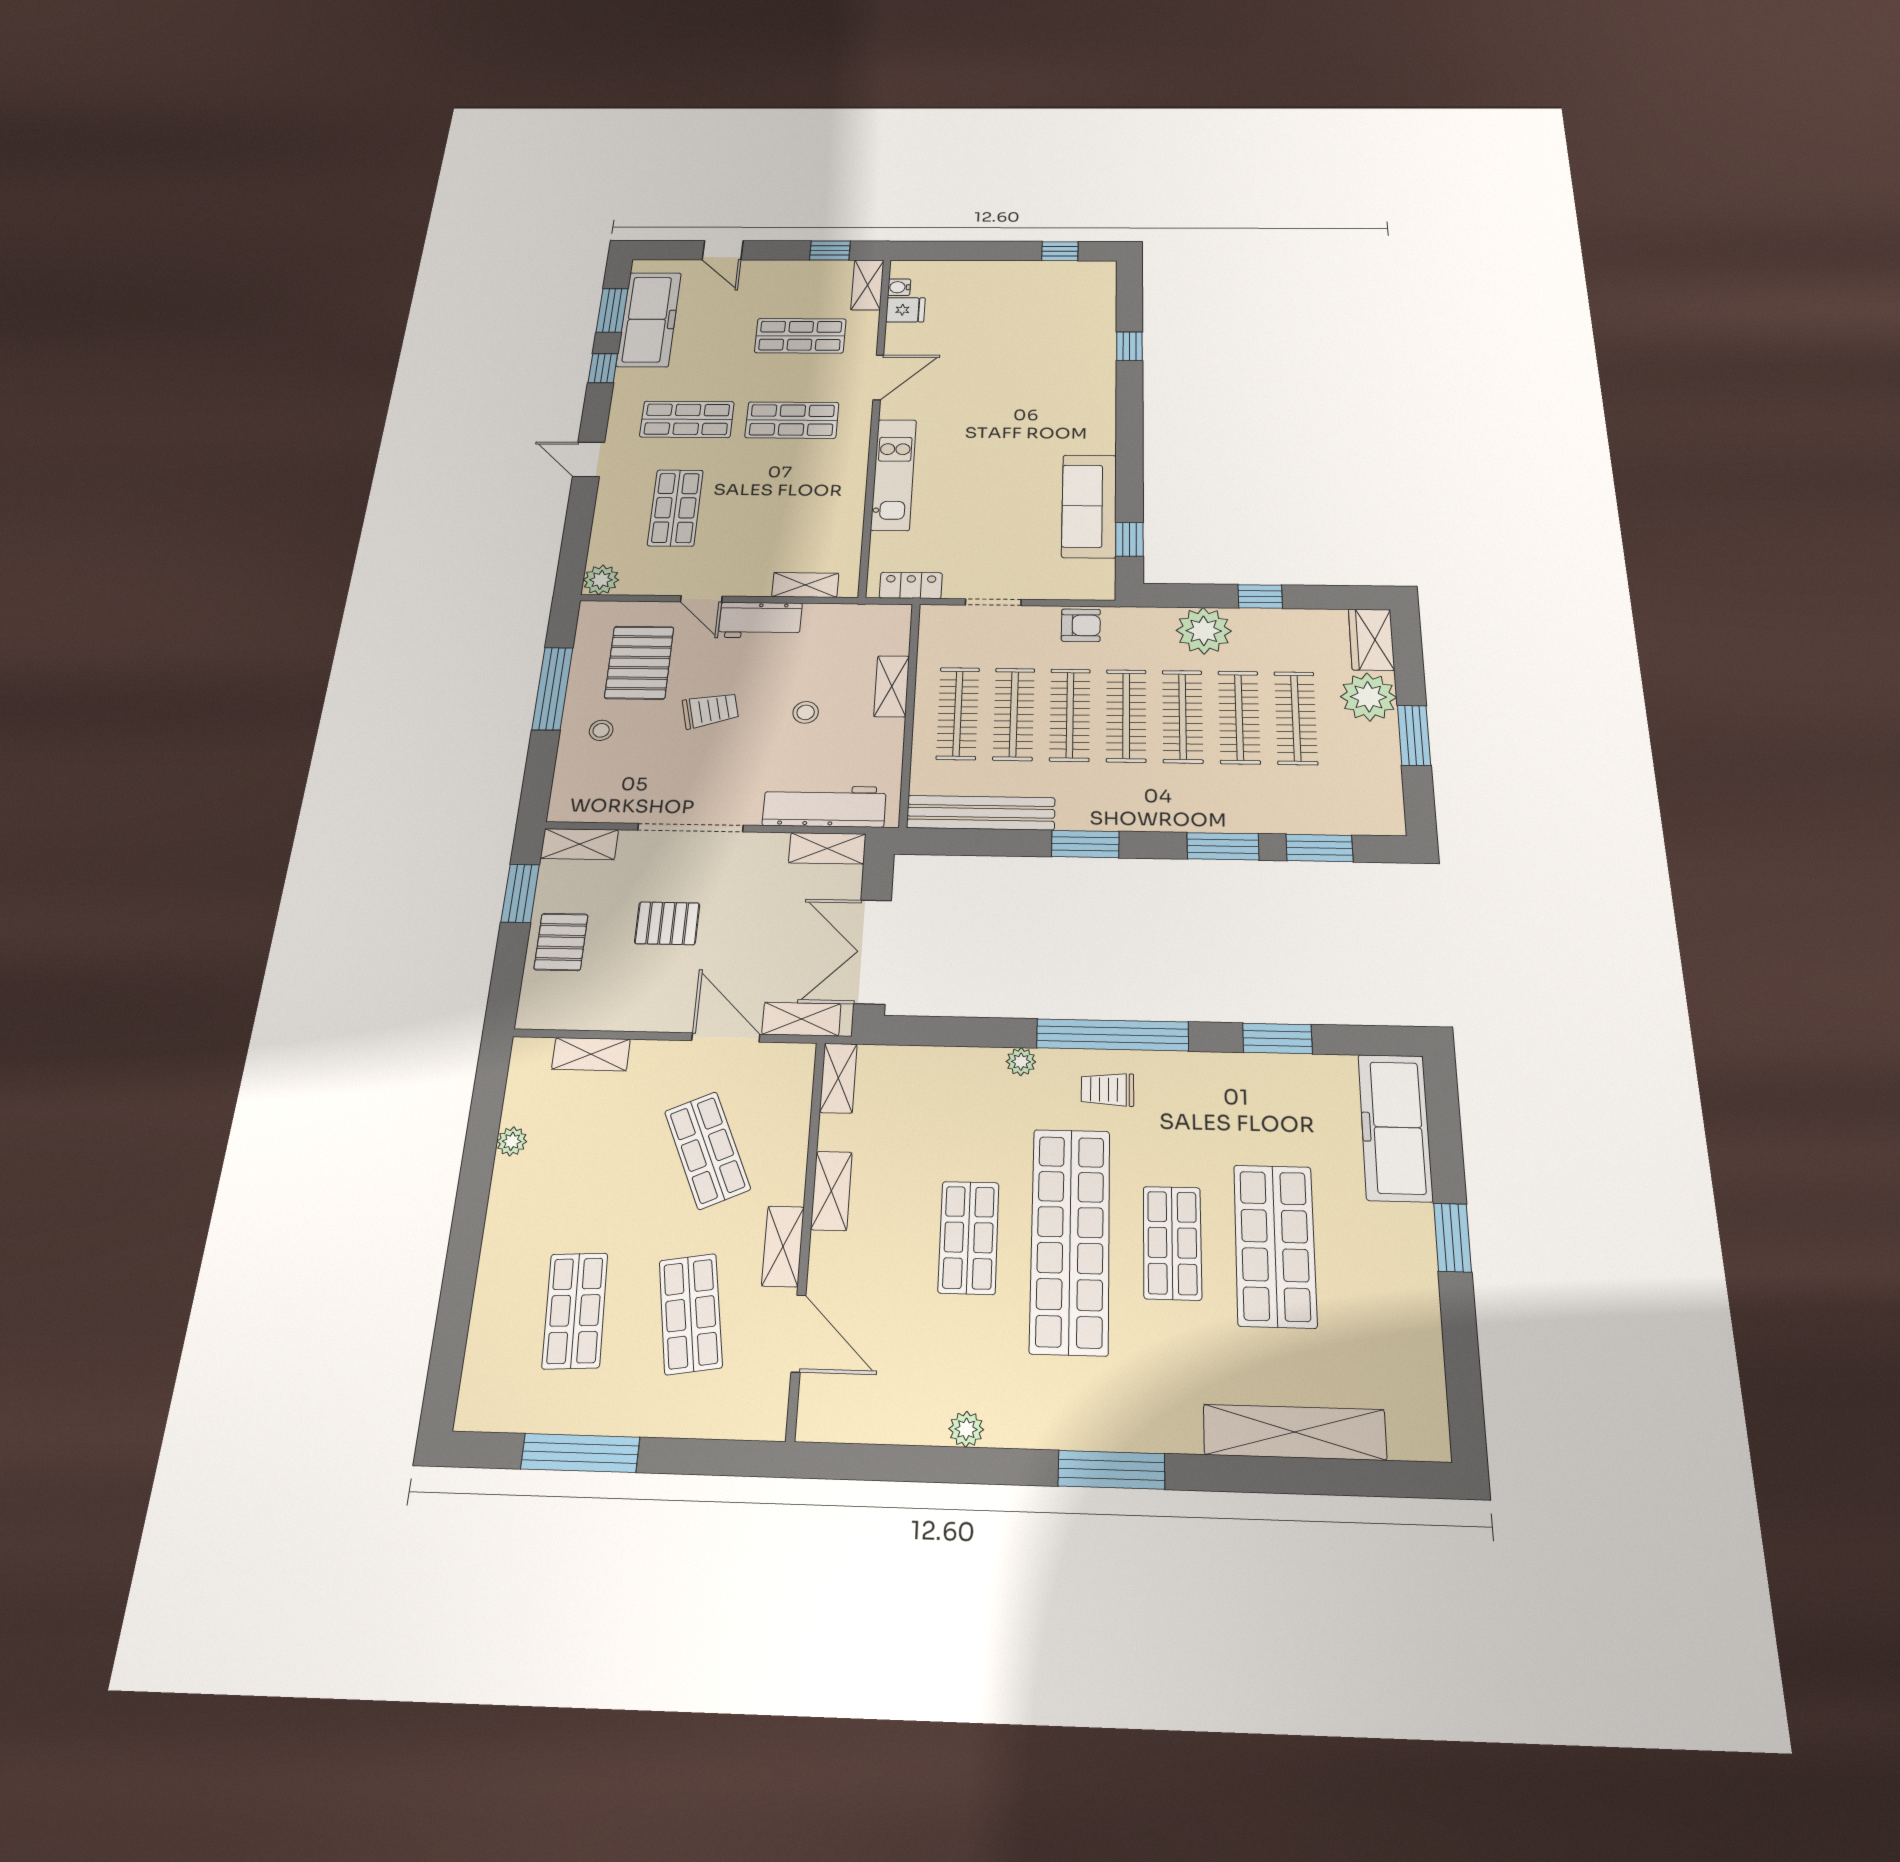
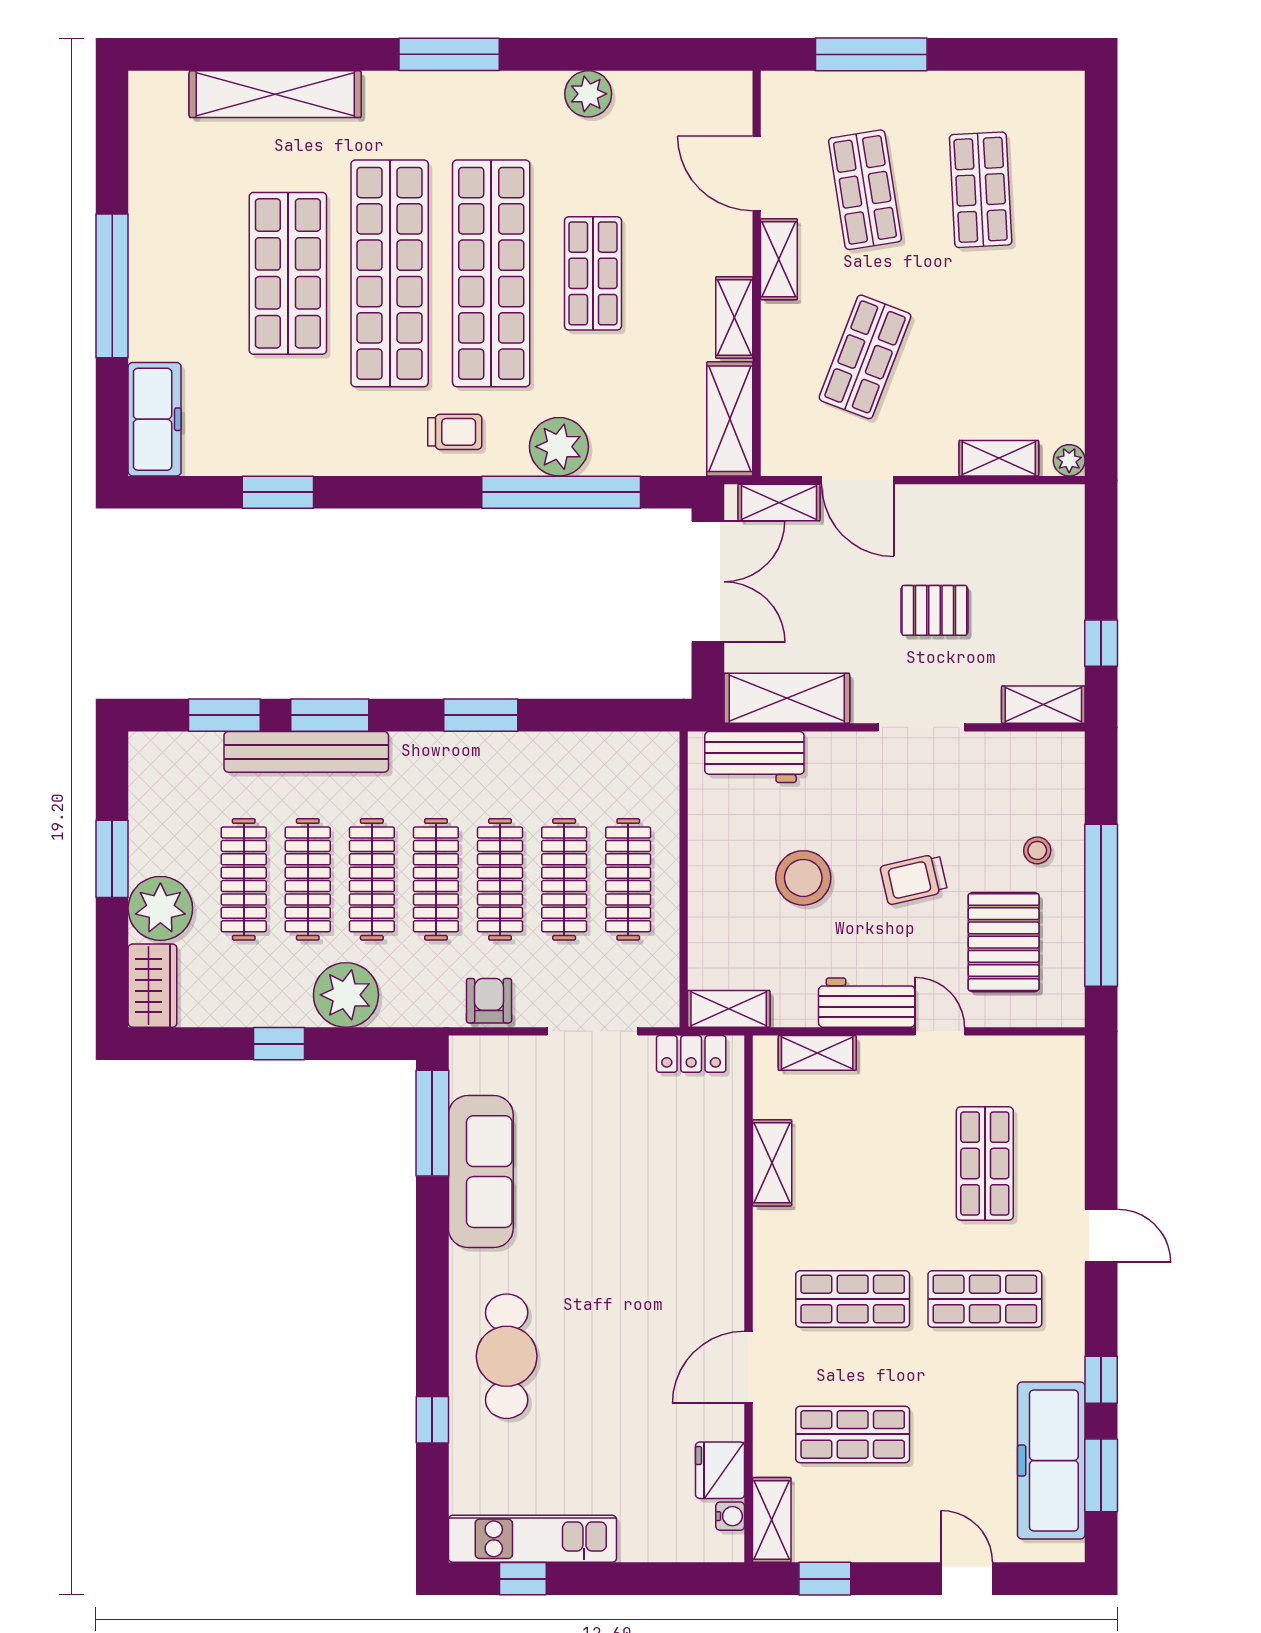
fridge: (905, 310) -> (720, 1470), width x1.38
cafe table: (1070, 385) -> (507, 1356), added
kitchen unit: (894, 474) -> (532, 1539), moved, turned 90
shelving: (849, 510) -> (772, 1163), added
window: (1129, 539) -> (432, 1123), width x2.17
plant: (601, 580) -> (1063, 1057), removed
doorway: (993, 602) -> (592, 1031), width x1.38
armchair: (1081, 625) -> (489, 1001), turned 90
shelving: (892, 686) -> (729, 1009), moved, turned 90
window: (552, 688) -> (1101, 905), width x1.46
stool: (806, 712) -> (803, 878), width x1.89, depth x1.89
workbench: (824, 806) -> (754, 757), width x0.73
bench: (981, 813) -> (306, 752), moved
doorway: (690, 828) -> (921, 727), width x0.73
shelving: (827, 848) -> (787, 698), width x1.50, depth x1.33
window: (520, 893) -> (1101, 643), width x0.67
pallet: (561, 942) -> (1048, 586), removed
window: (1113, 1035) -> (561, 492), moved
plant: (1021, 1062) -> (559, 447), width x1.88, depth x1.88
shelving: (838, 1078) -> (730, 419), width x1.50, depth x1.33
freezer: (1395, 1127) -> (155, 419), width x0.73, depth x0.79
plant: (512, 1141) -> (1069, 460), moved
shop shelf: (707, 1150) -> (865, 357), turned 45
window: (1452, 1238) -> (112, 286), width x2.11
shop shelf: (1172, 1243) -> (390, 273), width x2.00, depth x1.36
plant: (966, 1429) -> (588, 94), width x1.38, depth x1.38
window: (580, 1453) -> (871, 54), moved

